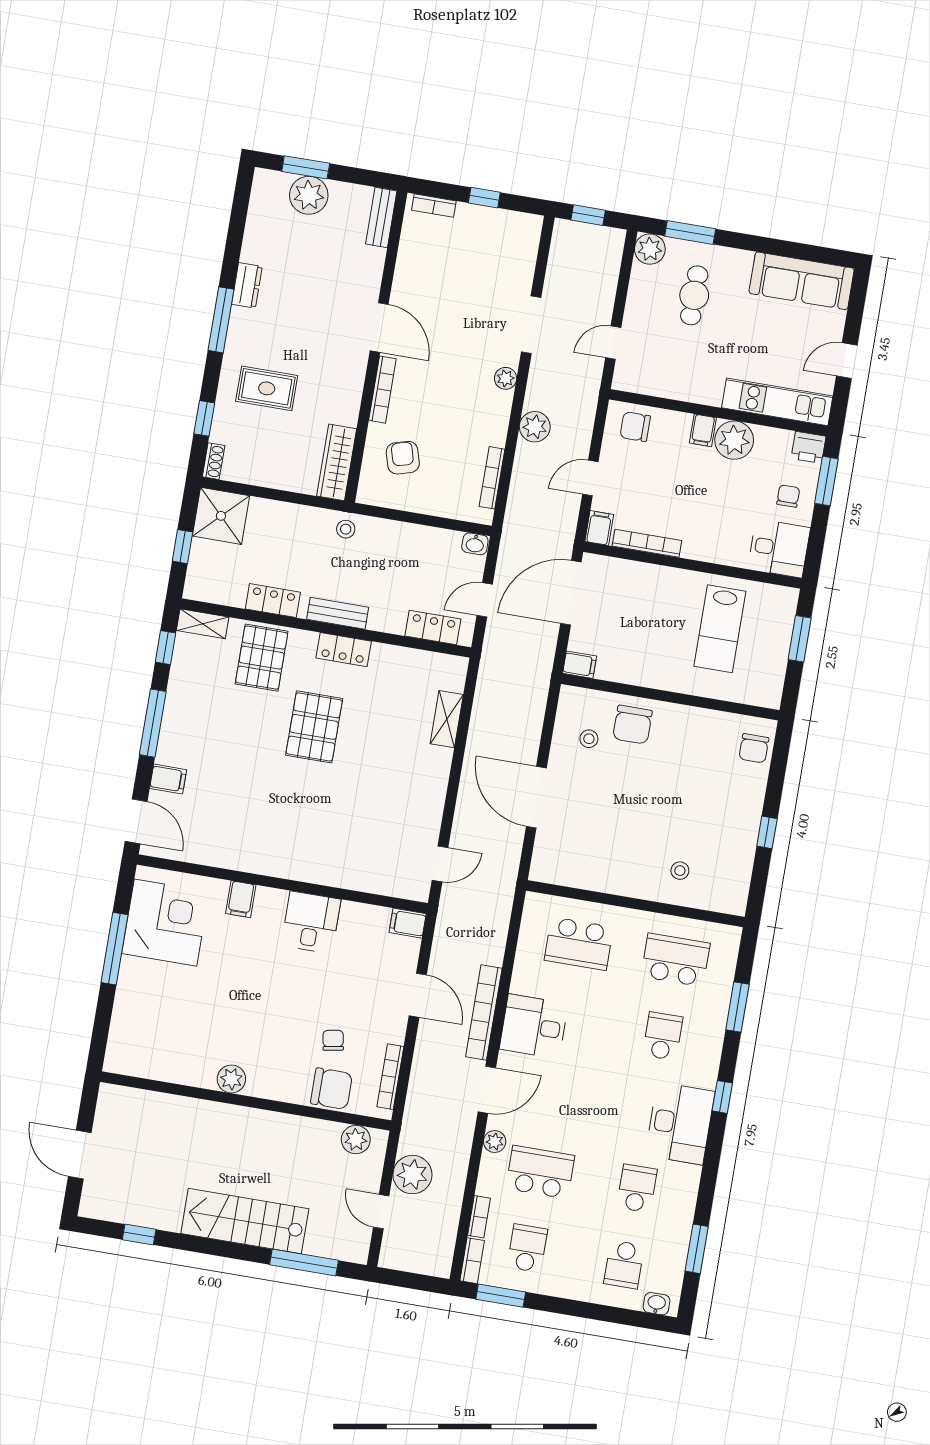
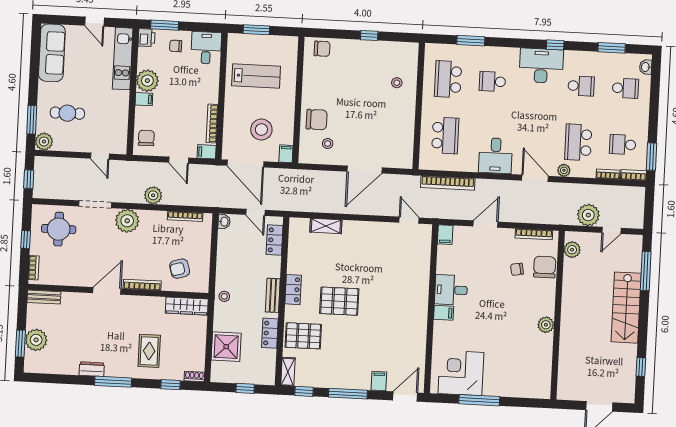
round table: (496, 257) -> (59, 229), added
plant: (506, 378) -> (127, 221), width x1.88, depth x1.88
chair: (635, 427) -> (146, 138), turned 180
shower: (221, 516) -> (226, 347), moved
stool: (627, 627) -> (261, 130), added
filing cabinet: (241, 899) -> (444, 313), moved
bookcase: (484, 1012) -> (448, 183), moved
window: (722, 1097) -> (555, 45), moved
school desk: (637, 1188) -> (581, 86), turned 180

